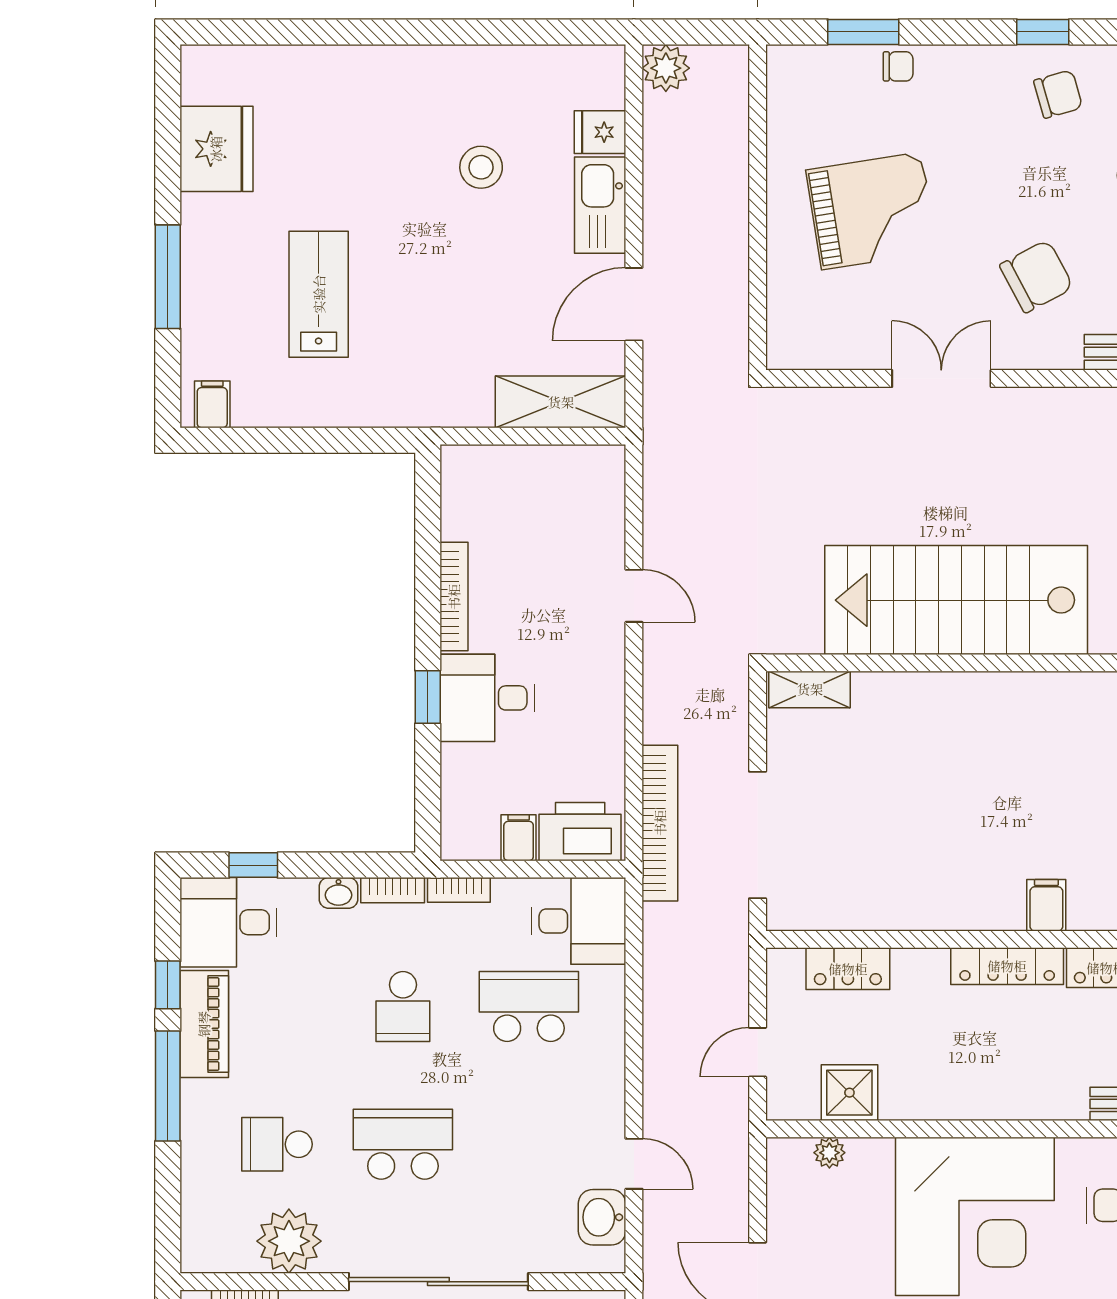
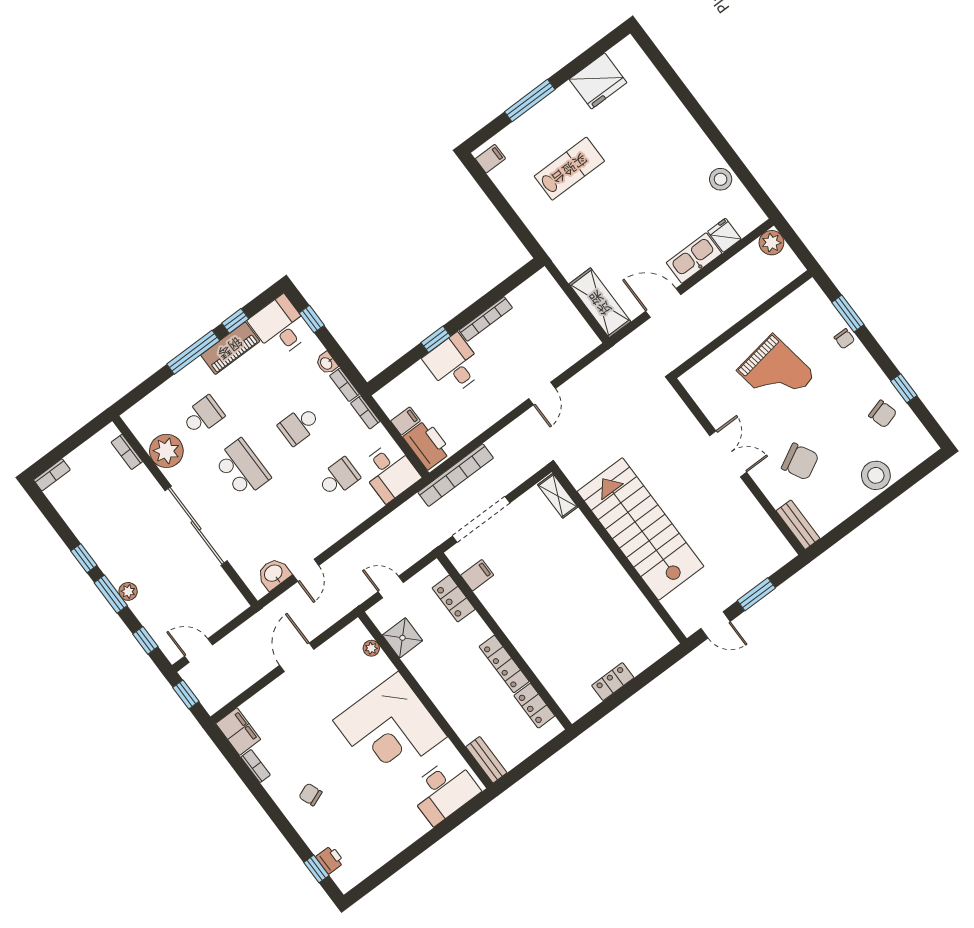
stool: (481, 167) -> (721, 179), moved
filing cabinet: (1046, 905) -> (477, 575), moved
school desk: (529, 1006) -> (339, 478), width x0.54
school desk: (277, 1144) -> (203, 416), turned 90

